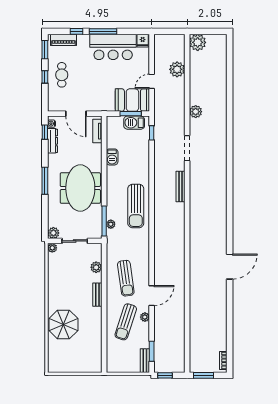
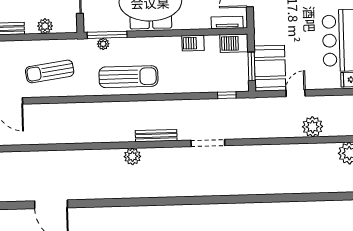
door: (152, 81) -> (296, 93), hinge flipped
plant: (196, 112) -> (132, 157), moved
barbecue: (134, 123) -> (234, 43), moved, turned -90
sun lounger: (136, 206) -> (128, 77), turned 180
sun lounger: (126, 278) -> (50, 71), moved

